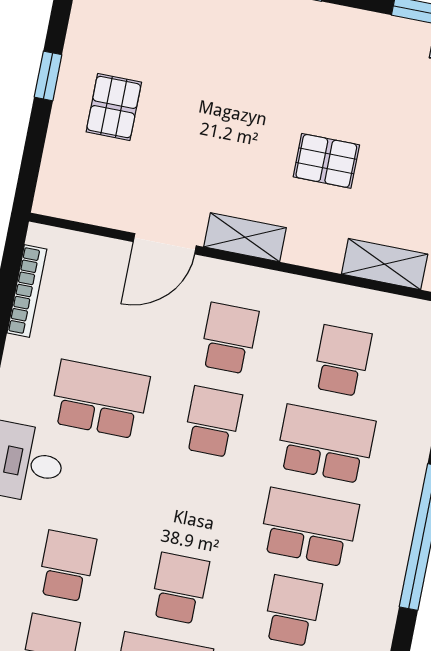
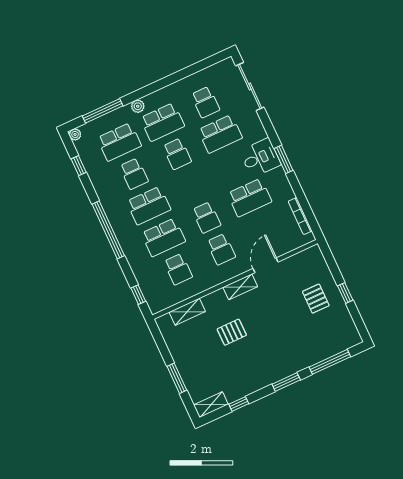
school desk: (67, 566) -> (220, 134), width x1.85

